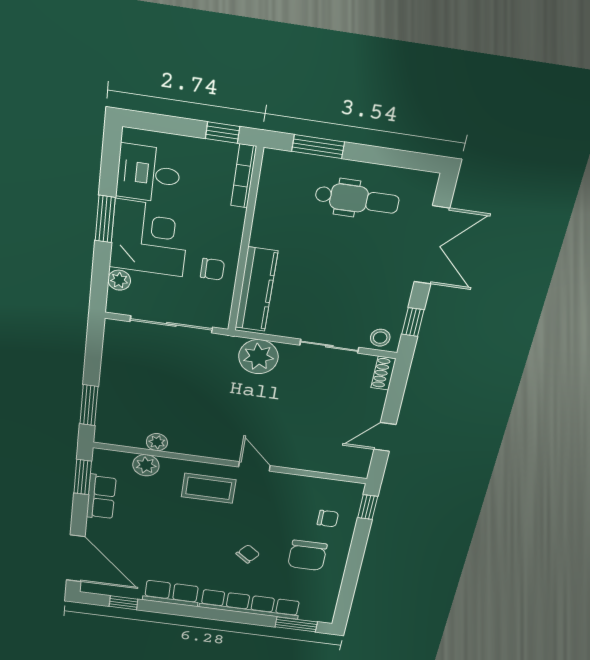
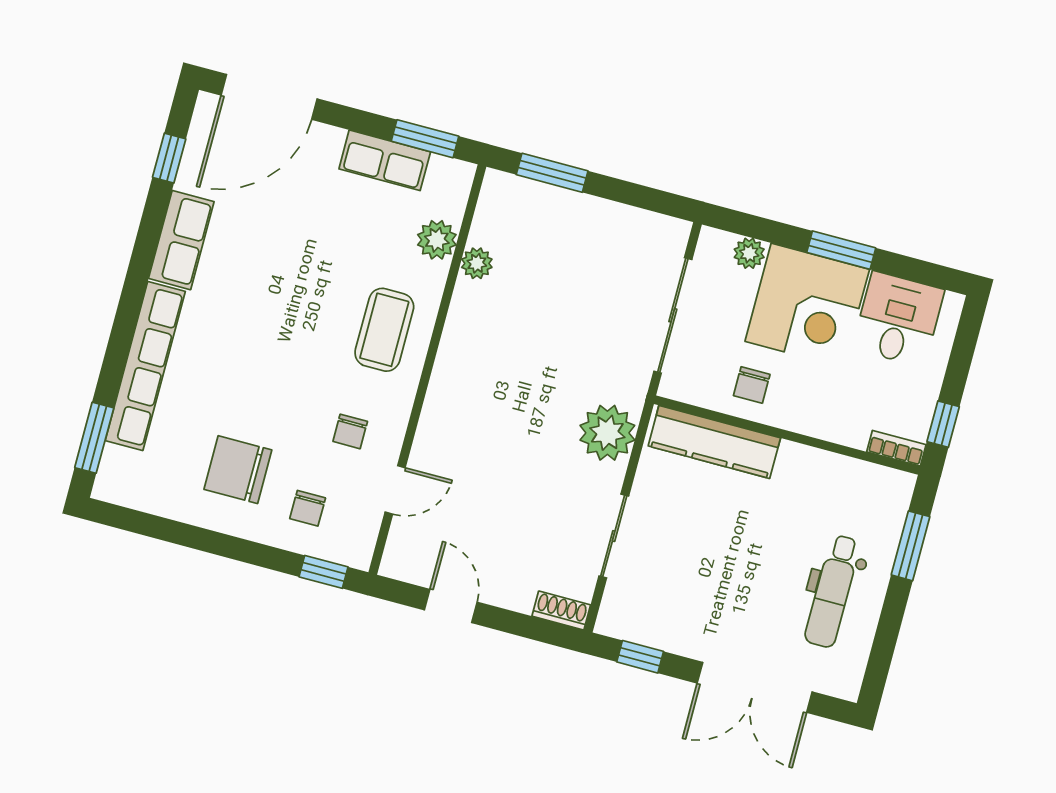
bookcase: (244, 176) -> (896, 448), width x0.64
stool: (380, 338) -> (620, 609), removed
door: (254, 466) -> (395, 490), moved
chair: (248, 554) -> (350, 431), moved, turned 52

